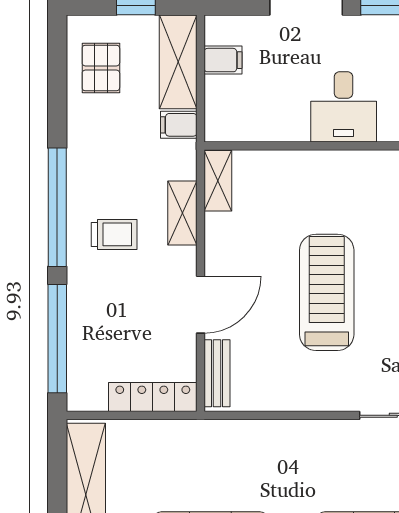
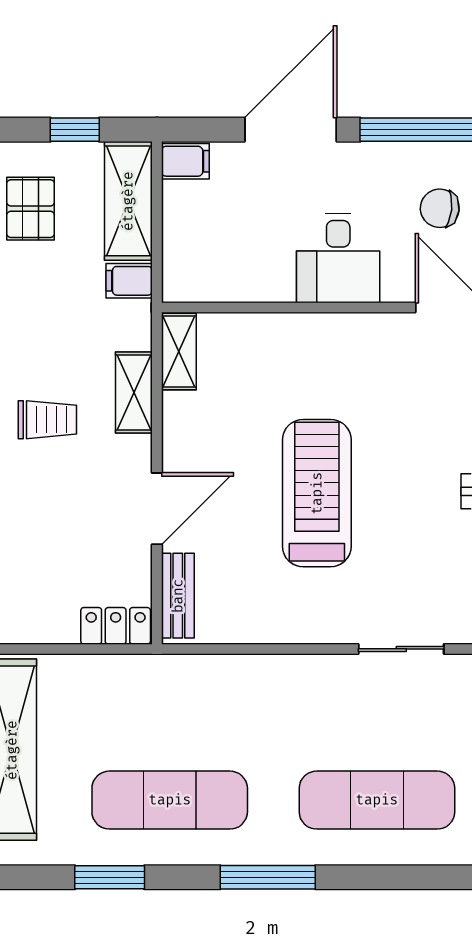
filing cabinet: (223, 60) -> (185, 161), moved
locker: (153, 397) -> (116, 626), width x0.66

